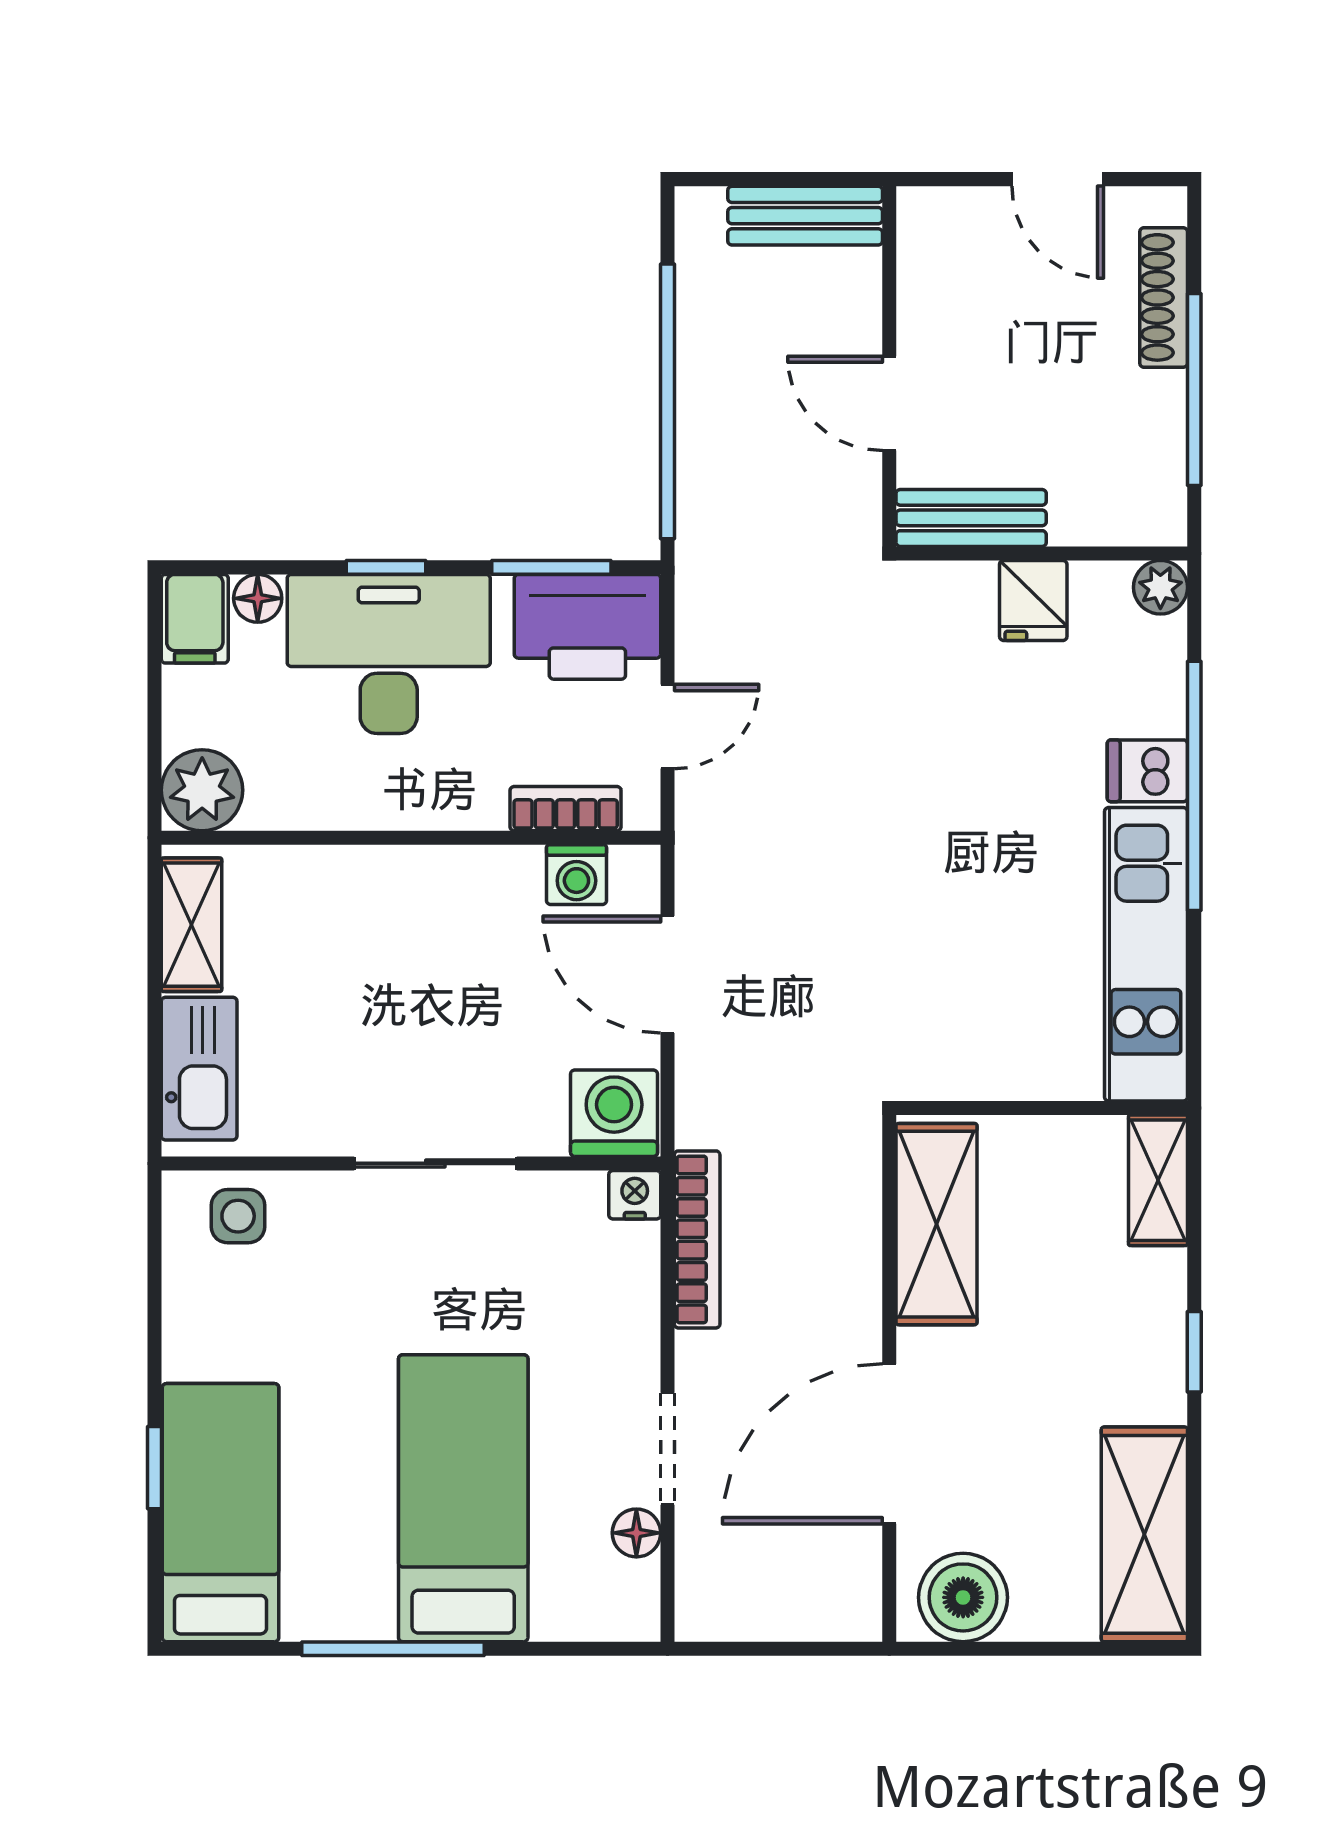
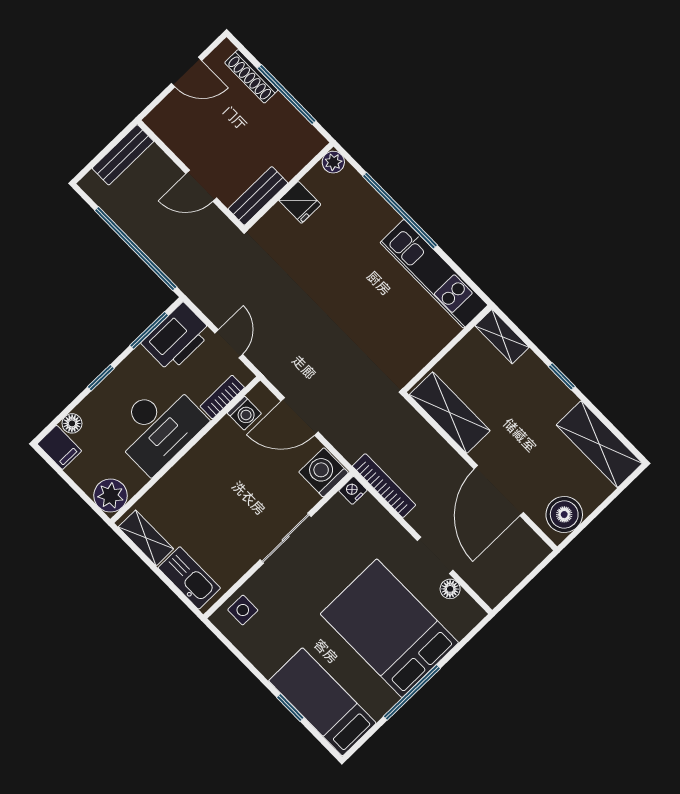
desk: (389, 654) -> (158, 427), moved, turned 180
dishwasher: (1147, 771) -> (382, 220), removed
bed: (463, 1498) -> (389, 628), width x1.50

